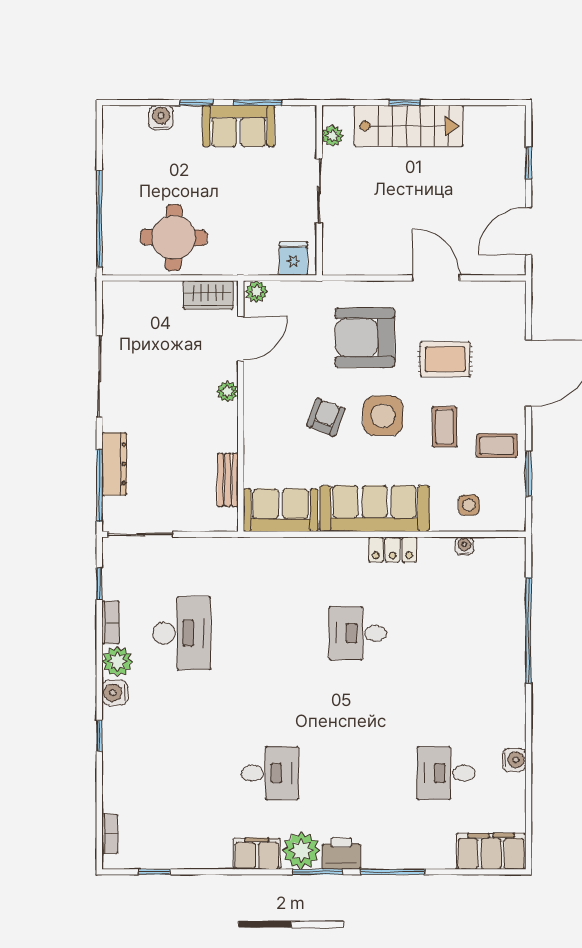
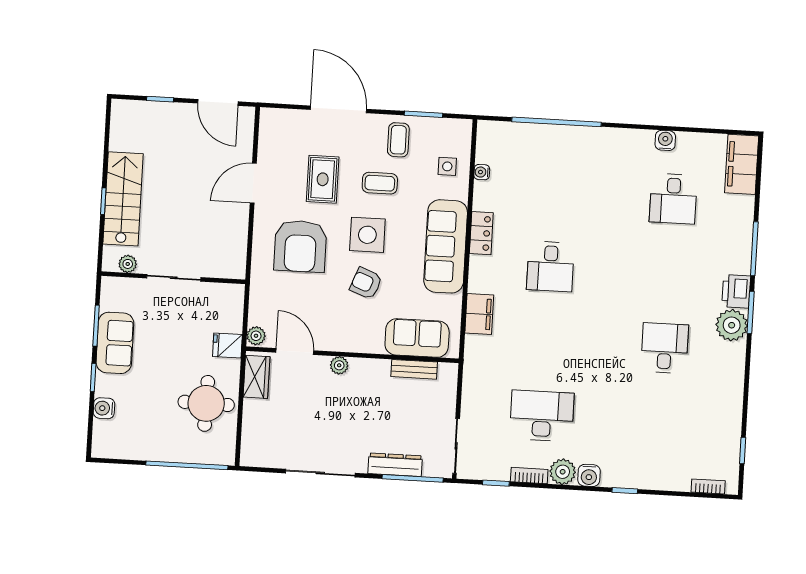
fridge: (293, 259) -> (227, 345), moved
sofa: (281, 510) -> (417, 338), moved, turned 90
filing cabinet: (257, 854) -> (479, 314), moved, turned 180

